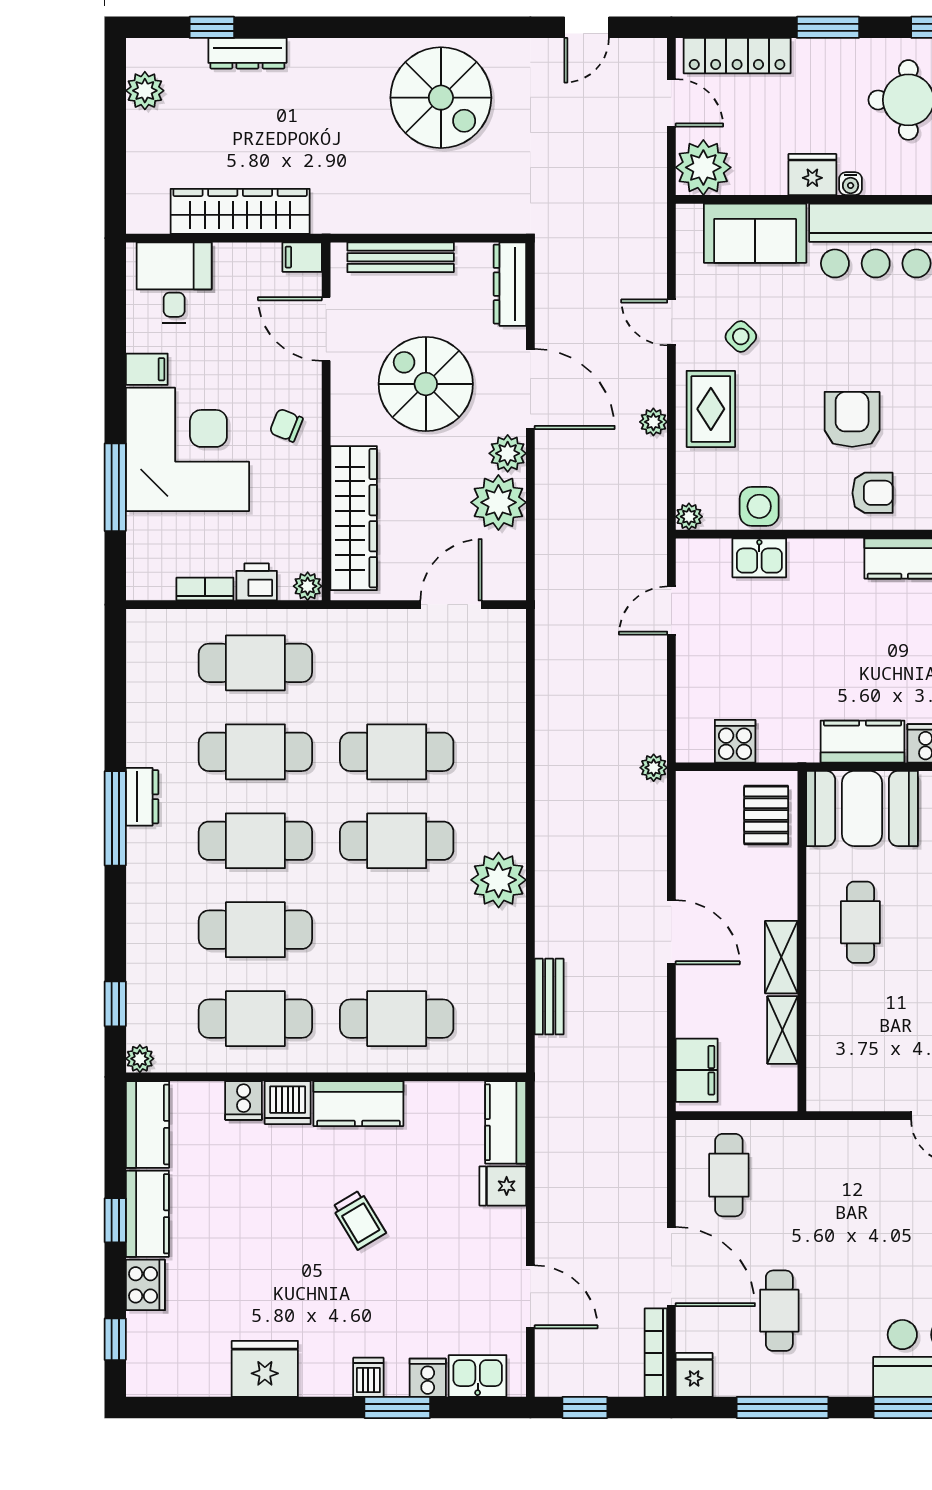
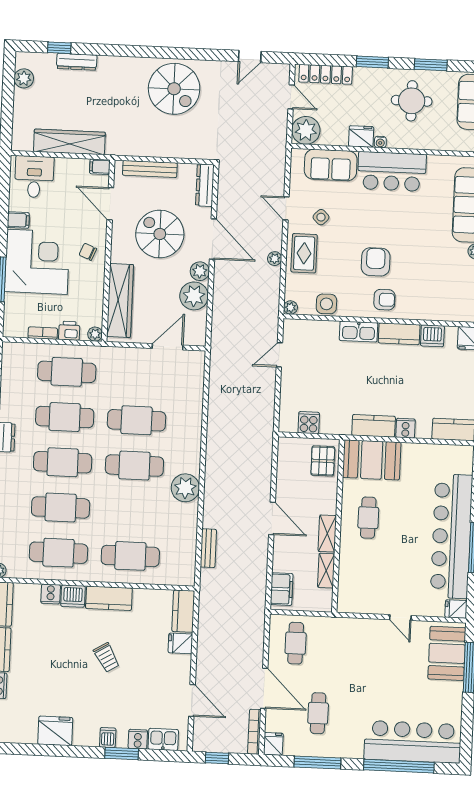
kitchen sink: (759, 558) -> (358, 332), moved, width x1.38
plant: (654, 768) -> (267, 434), removed

